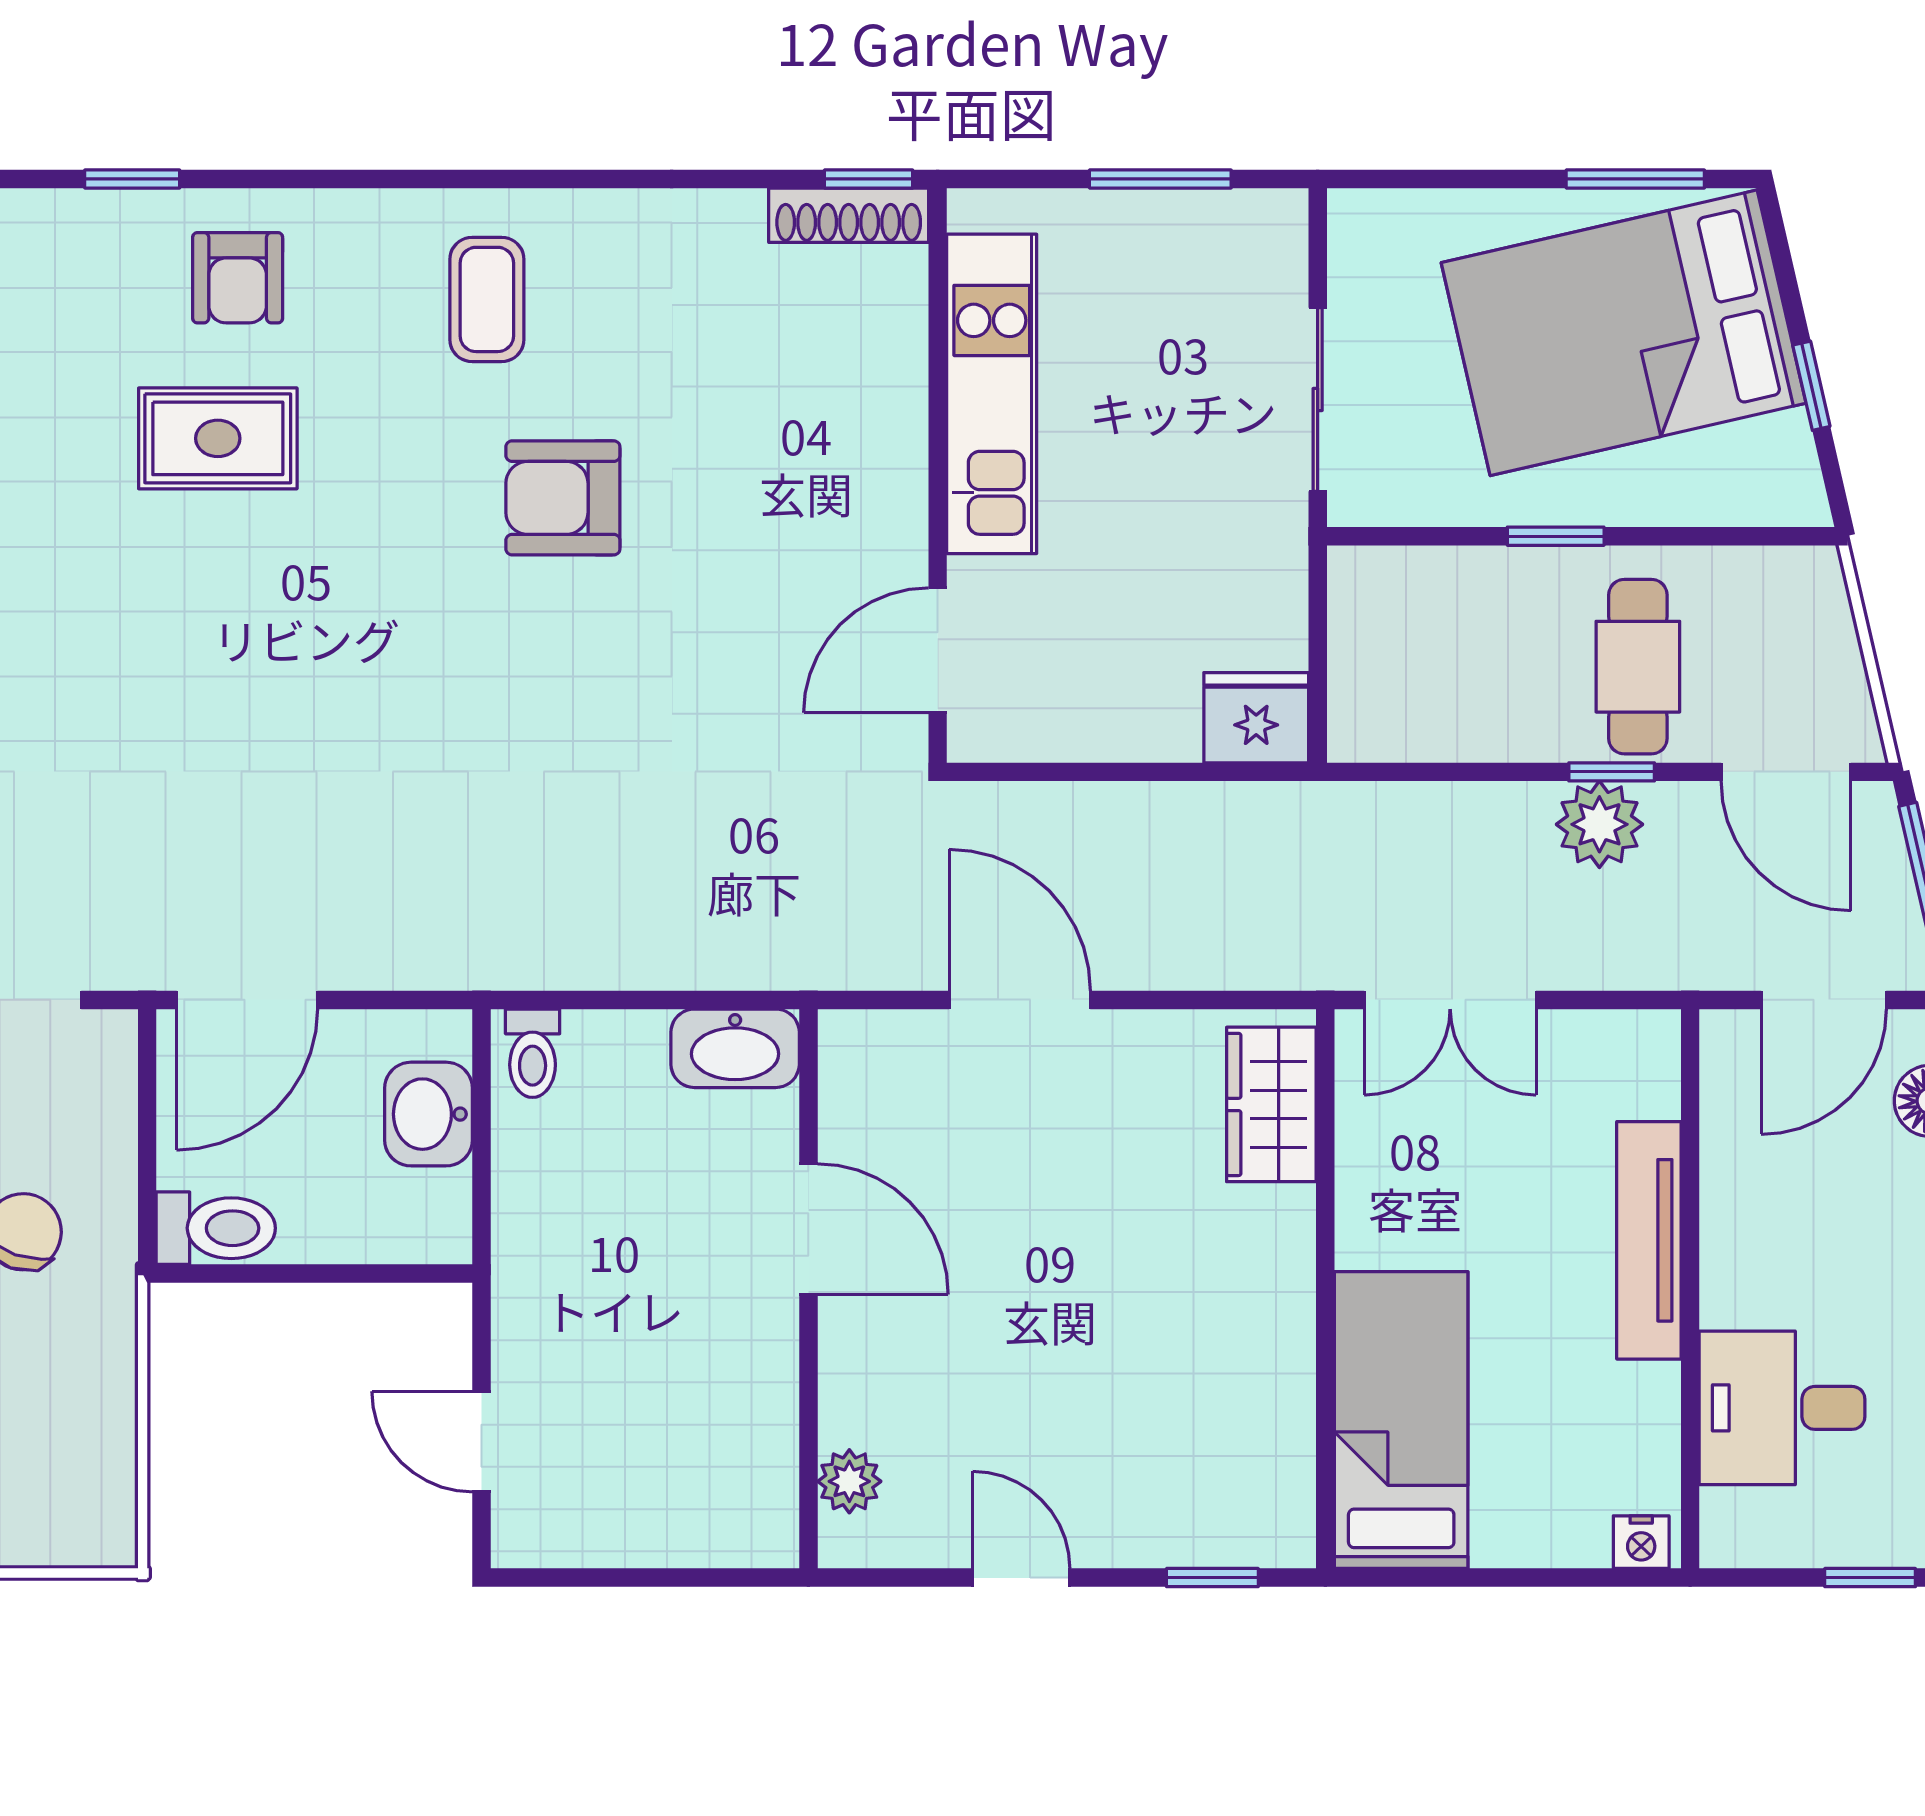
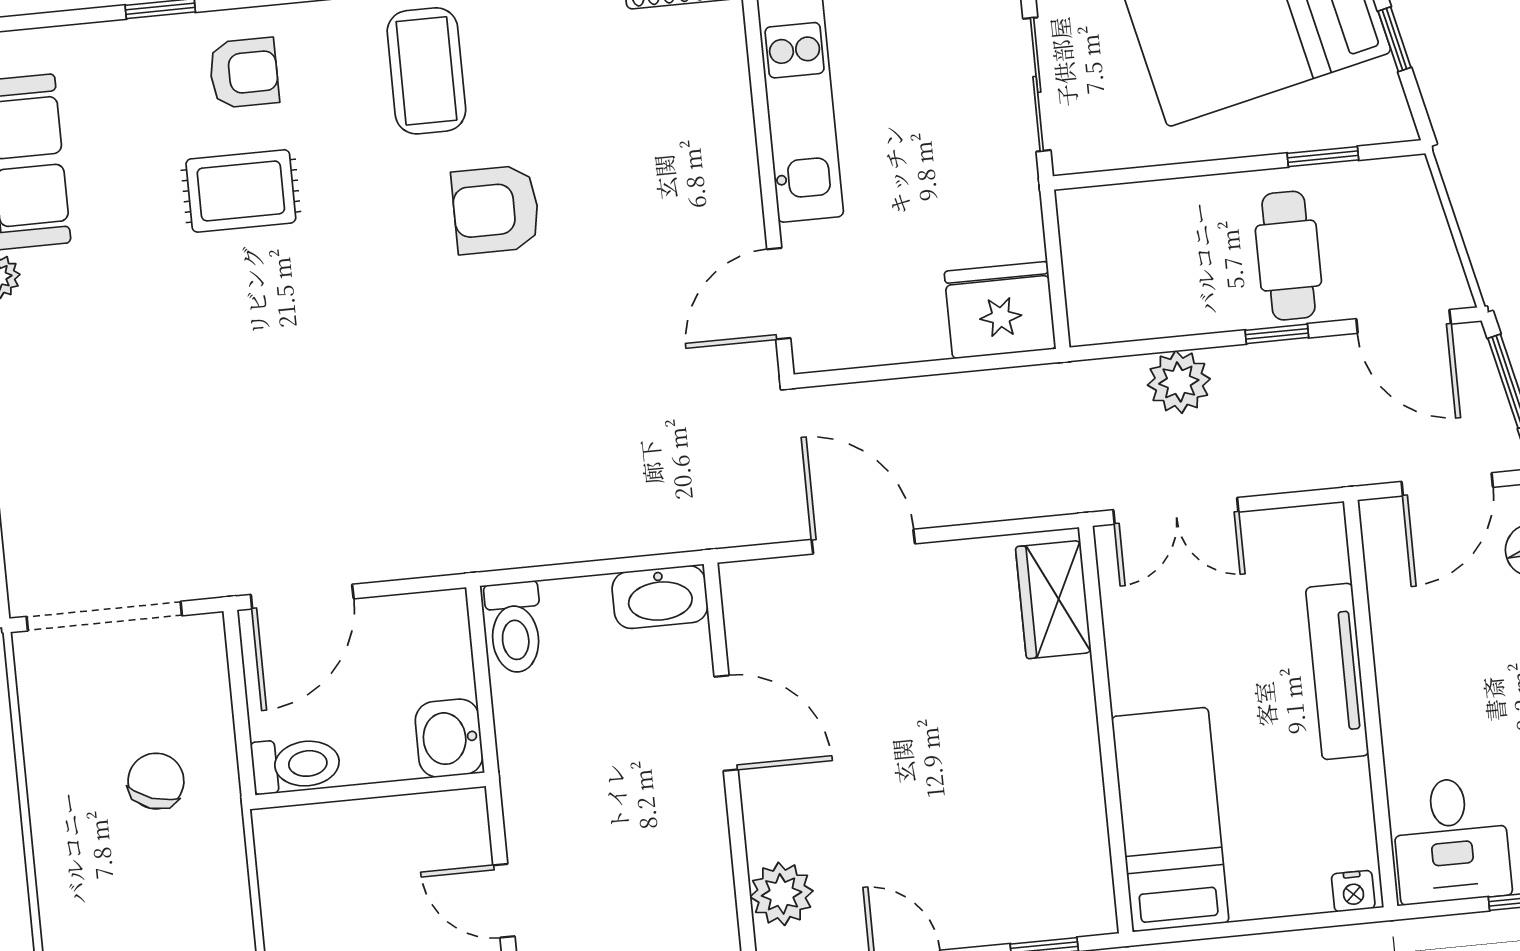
armchair: (238, 278) -> (244, 73), turned -90
coffee table: (487, 299) -> (426, 71), width x1.36, depth x1.30
window: (1556, 536) -> (1323, 157), moved
fridge: (1256, 718) -> (1000, 310), width x1.36, depth x1.34
plant: (1599, 824) -> (1179, 382), moved
toilet: (533, 1053) -> (514, 627), width x1.37, depth x1.39
washbasin: (429, 1114) -> (449, 738), moved
desk: (1782, 1408) -> (1451, 840), moved, turned -90
plant: (849, 1481) -> (782, 894), width x1.38, depth x1.38

